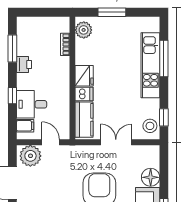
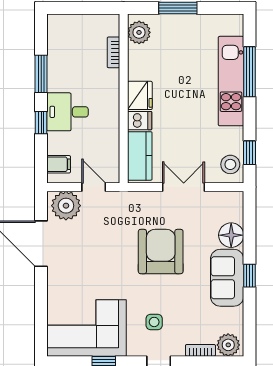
window: (12, 48) -> (41, 74), moved
printer: (24, 64) -> (57, 80), removed
desk: (32, 104) -> (68, 112), moved

